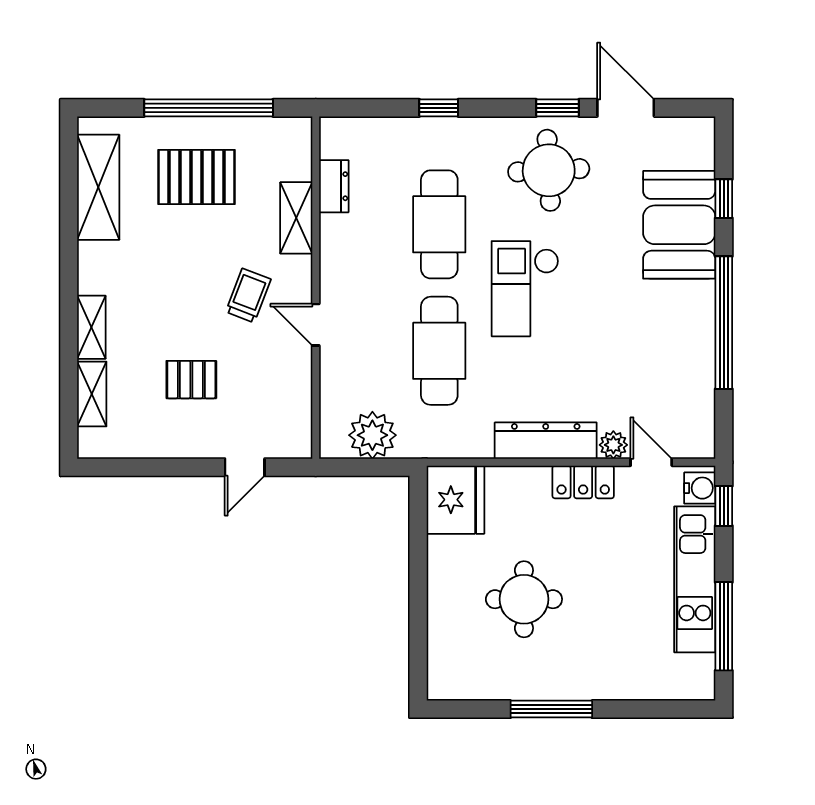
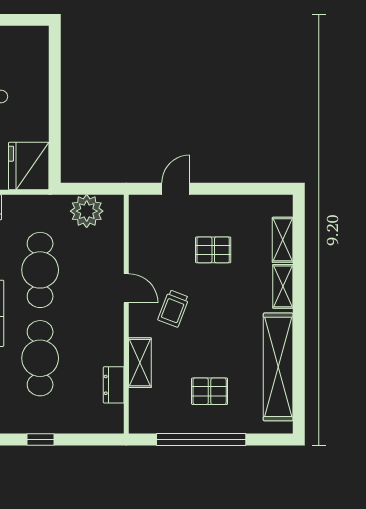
pallet: (196, 177) -> (210, 391), width x0.67, depth x0.71
shelving: (98, 187) -> (278, 367), width x1.47

